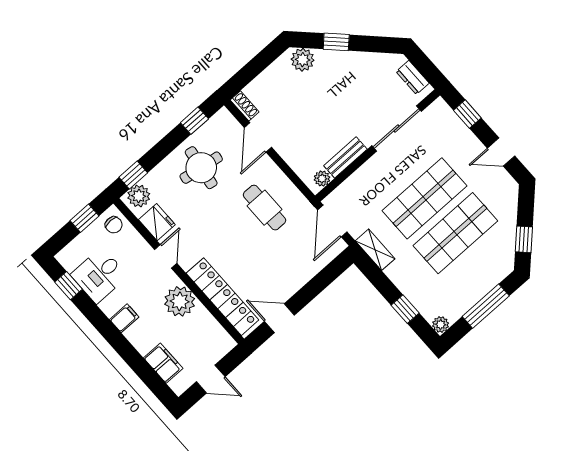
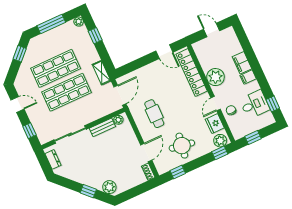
chair: (114, 225) -> (231, 110), moved
filing cabinet: (163, 363) -> (242, 63), moved

